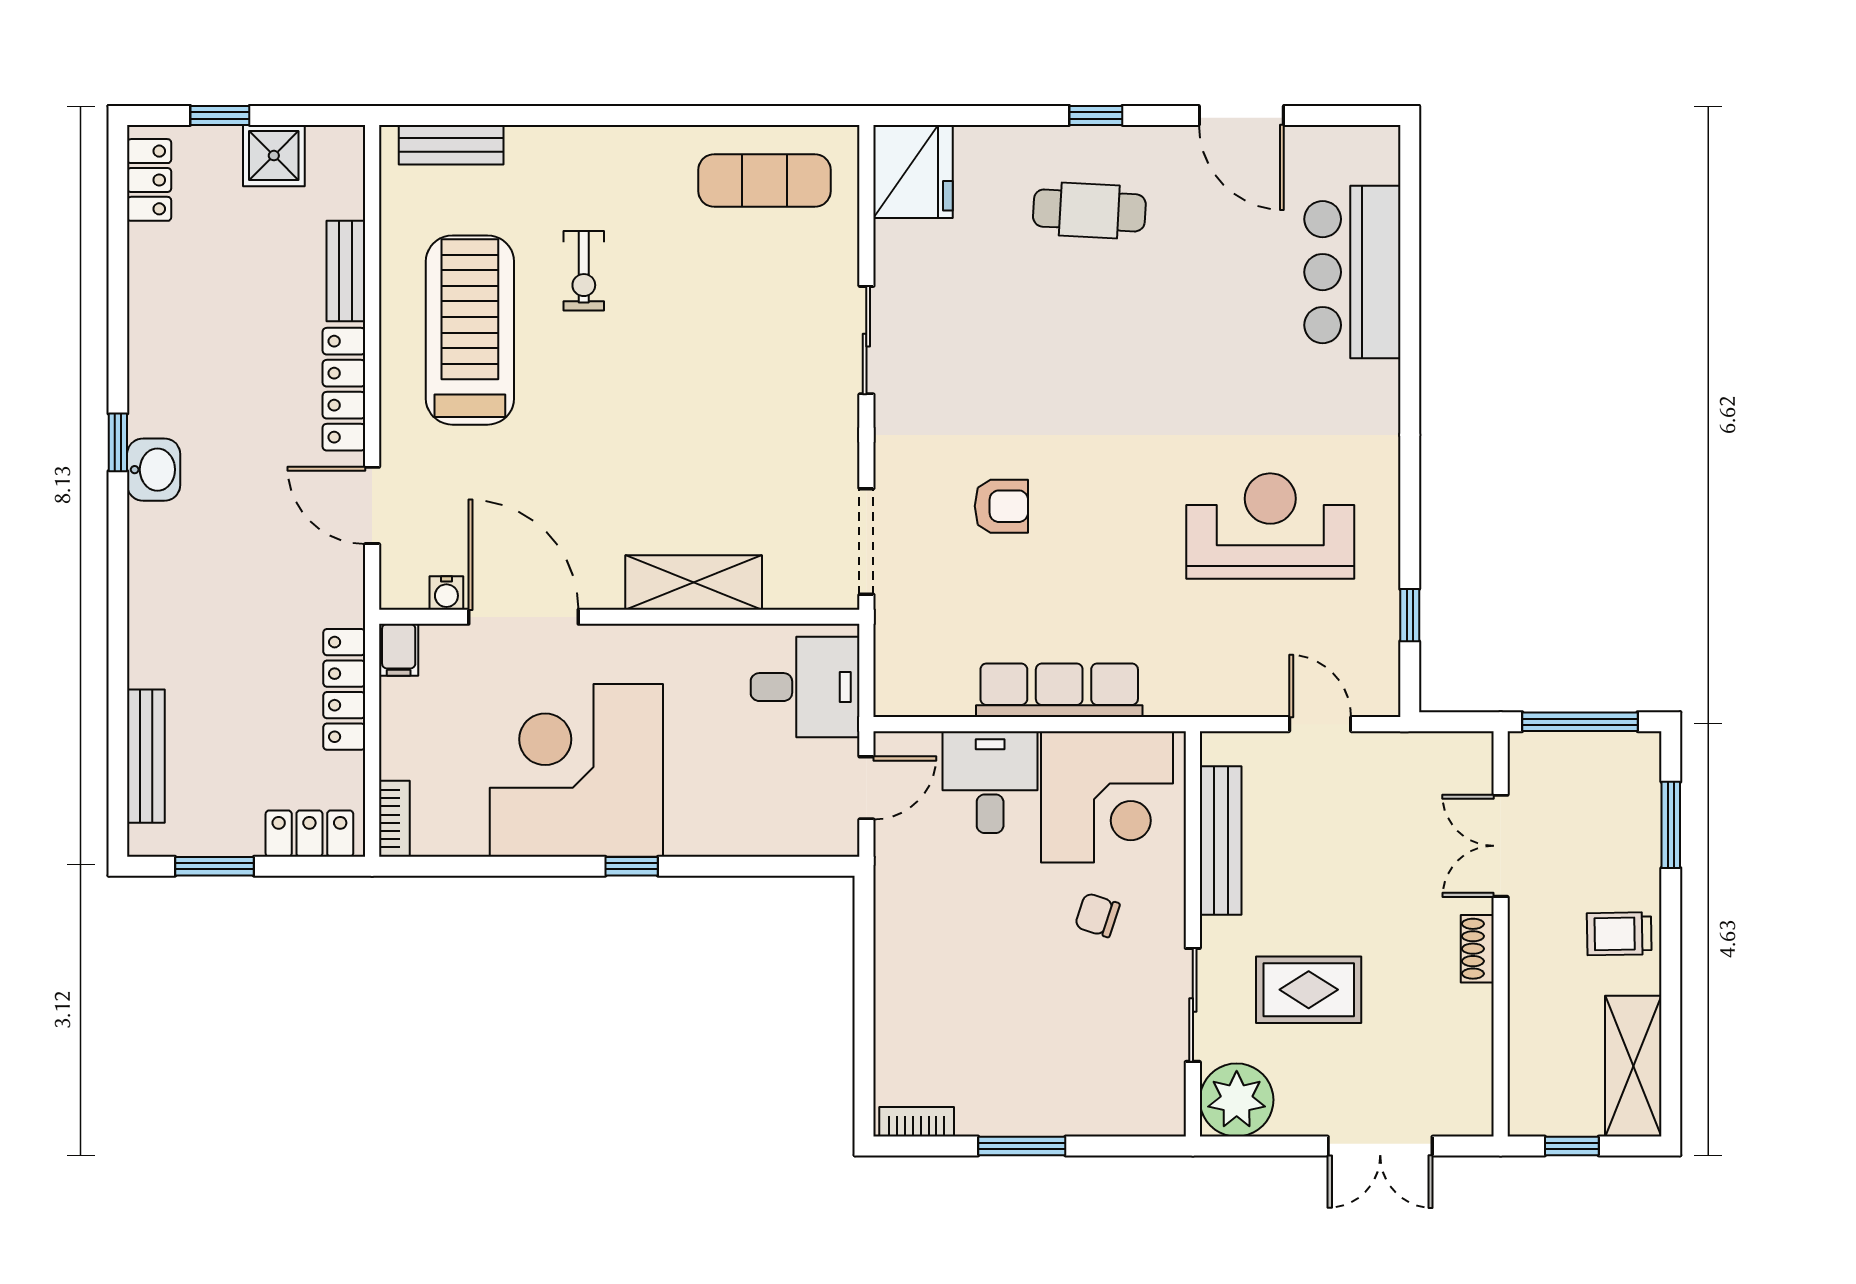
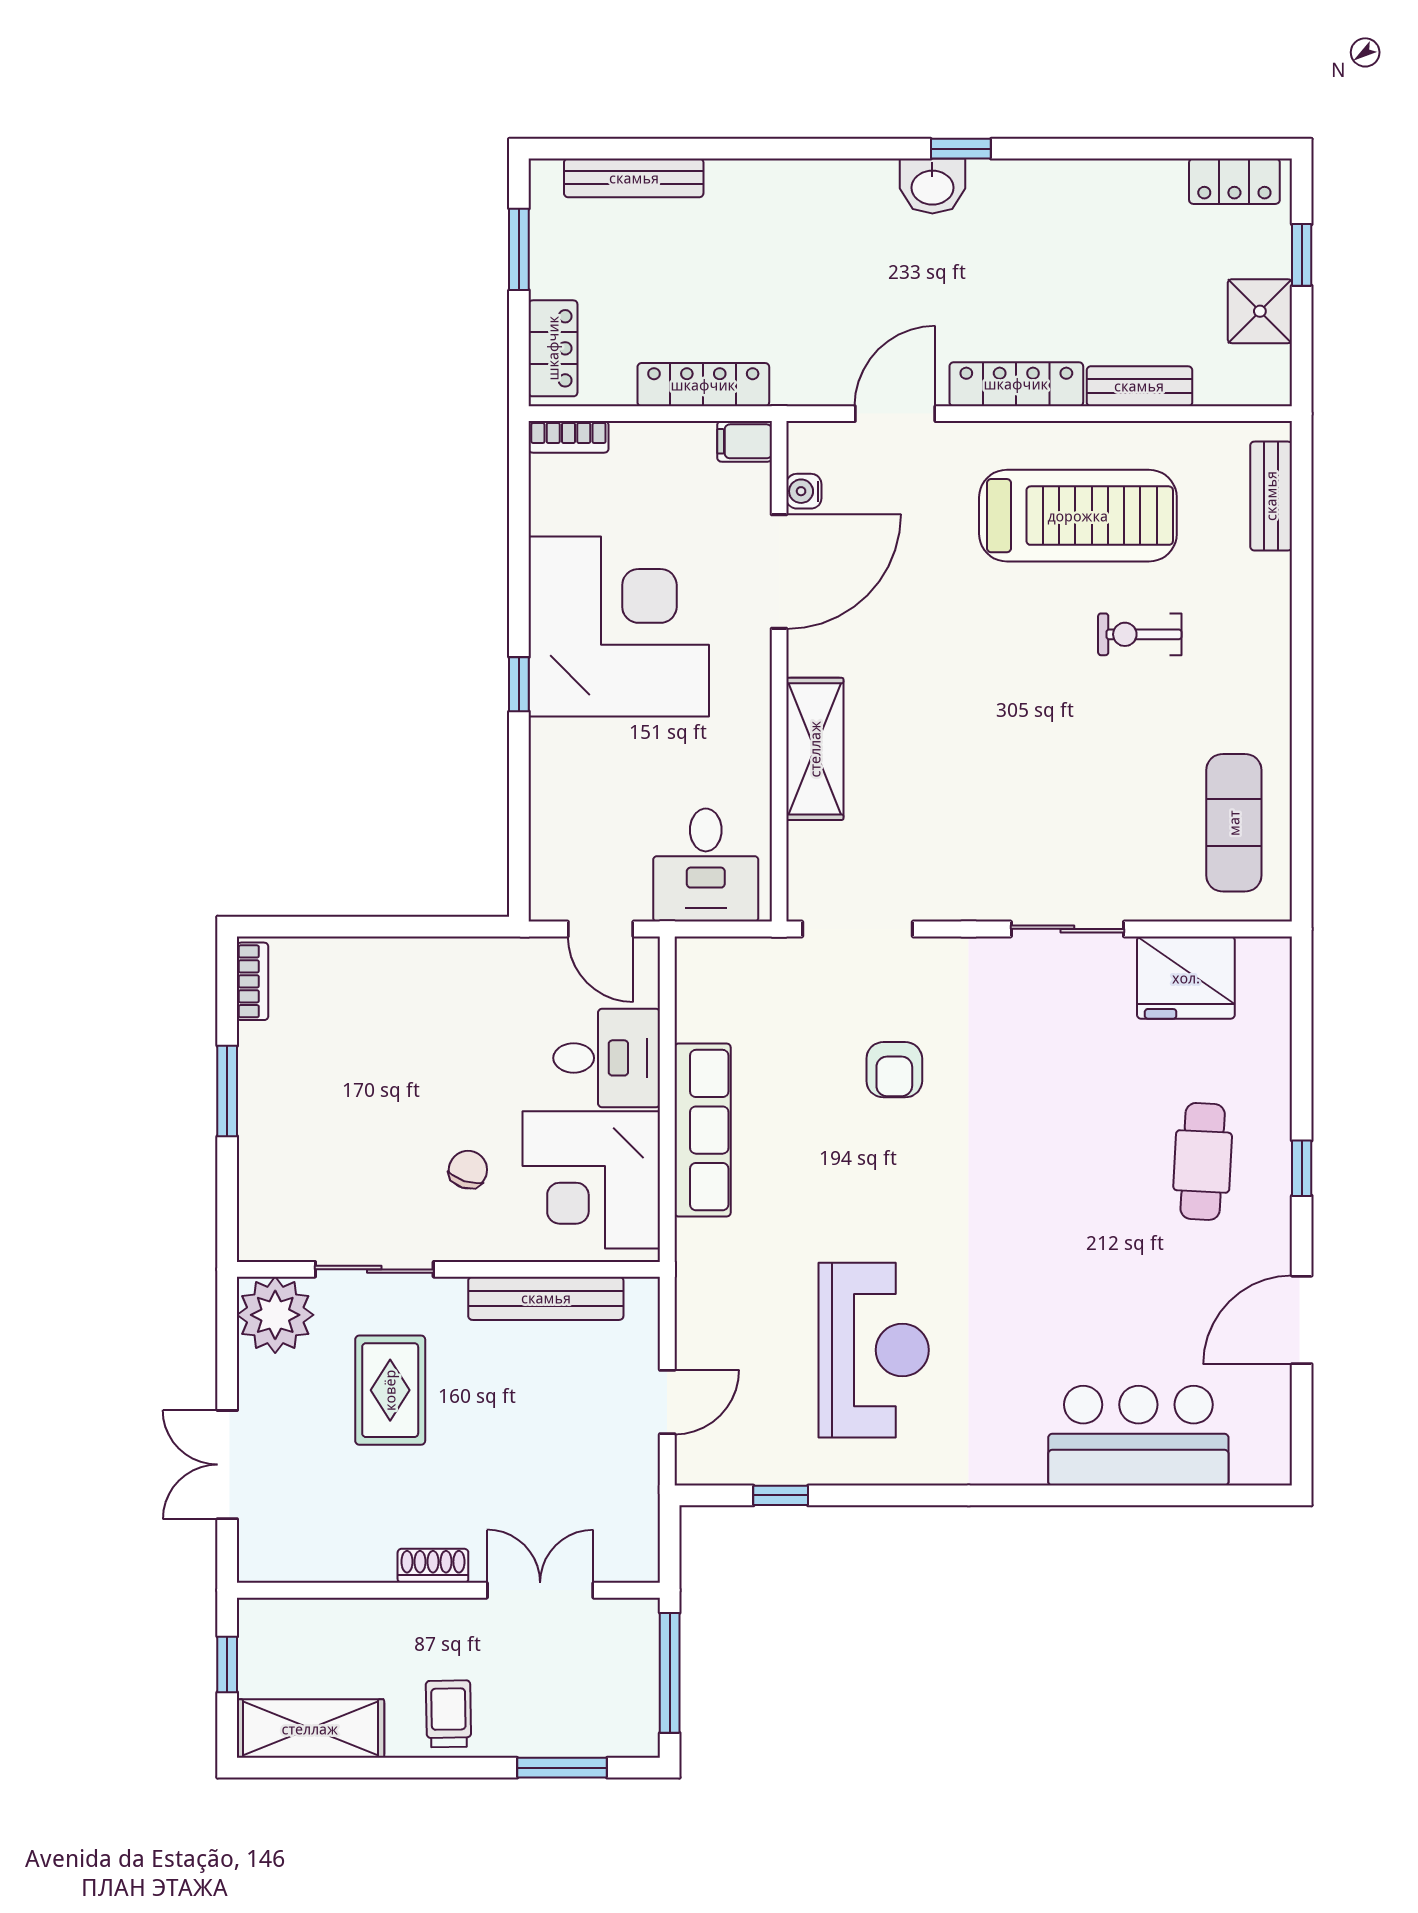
fridge: (913, 171) -> (1186, 978), moved

